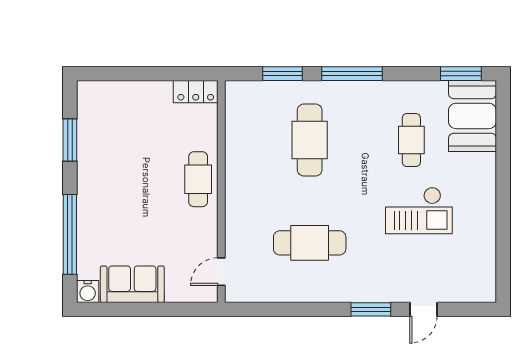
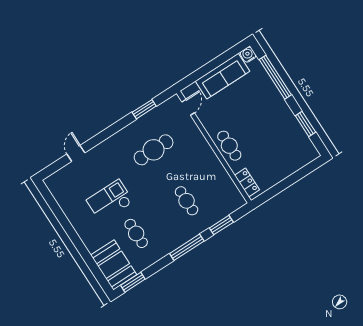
locker: (196, 92) -> (247, 182), moved, turned 90
cafe table: (310, 140) -> (187, 201), width x0.73, depth x0.74
sofa: (132, 284) -> (223, 76), width x1.36
window: (371, 309) -> (144, 109), moved

